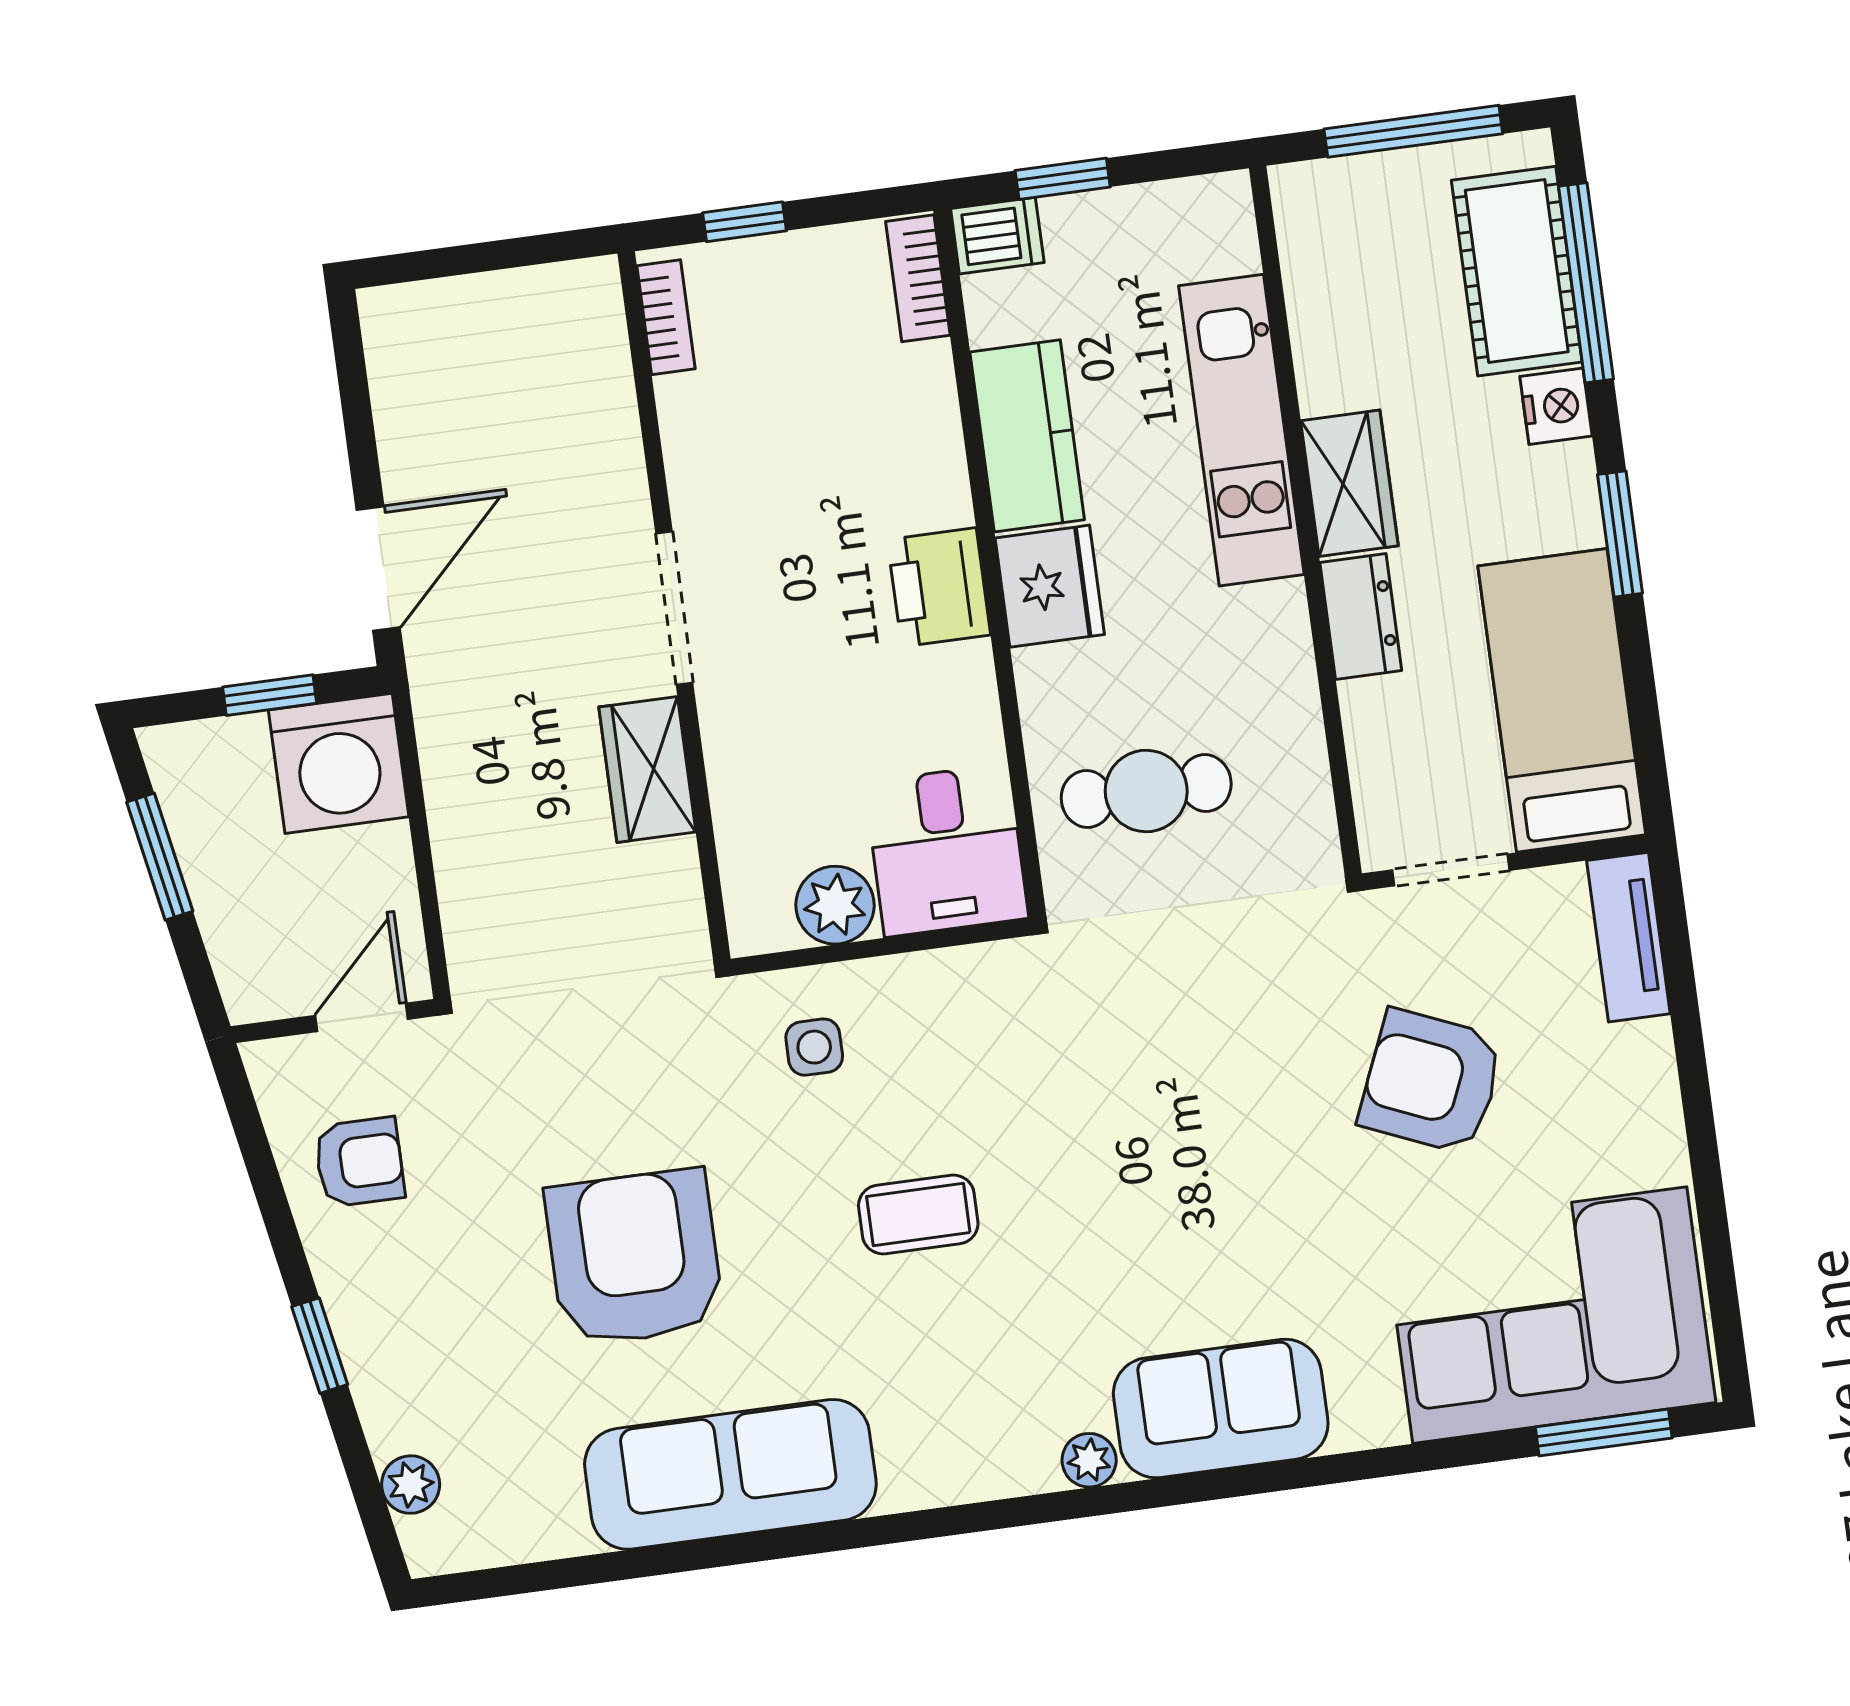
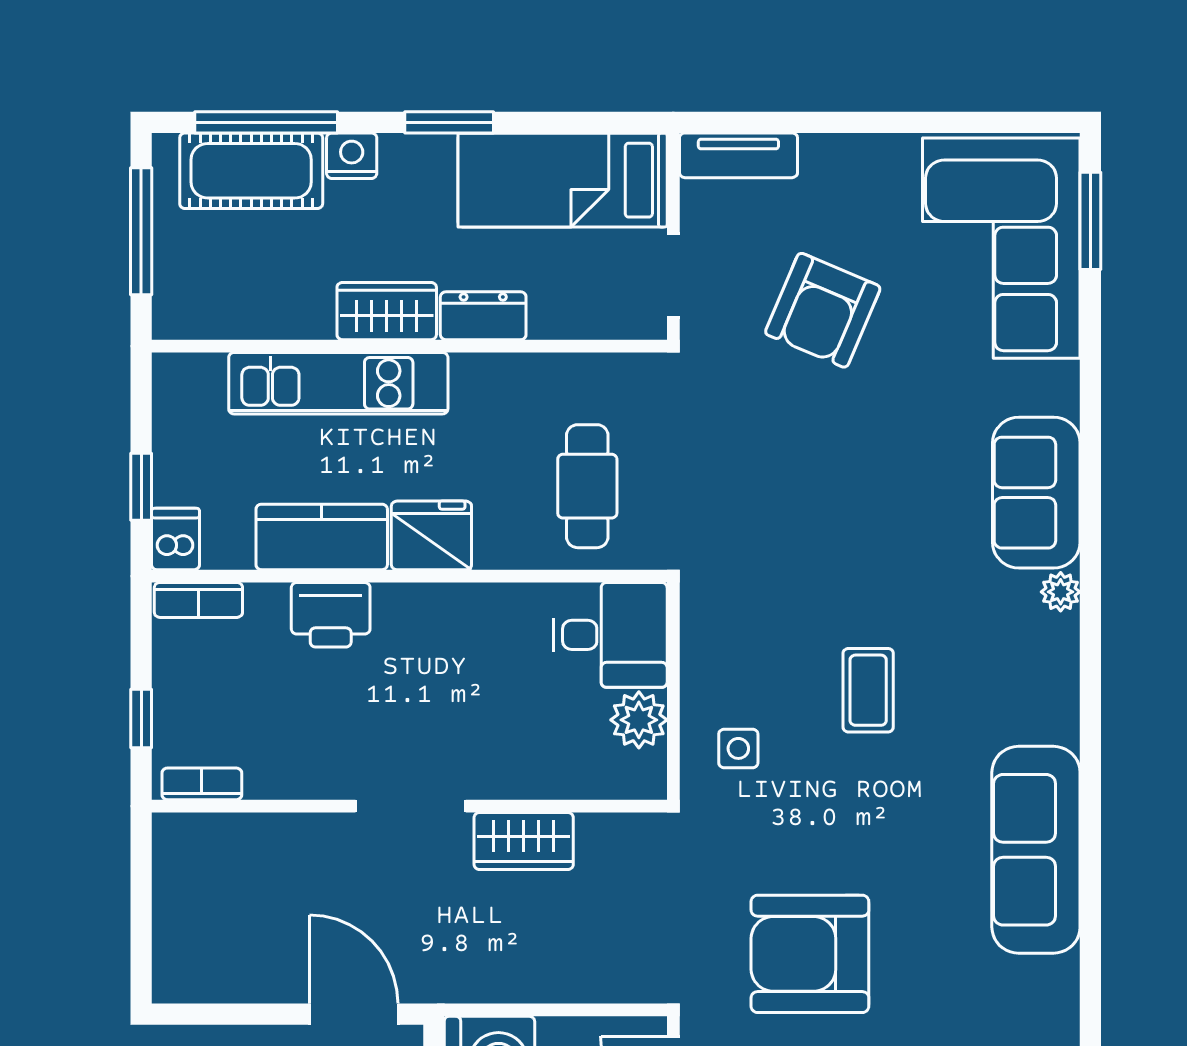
printer: (939, 587) -> (331, 615), moved
armchair: (634, 1258) -> (810, 954), moved

